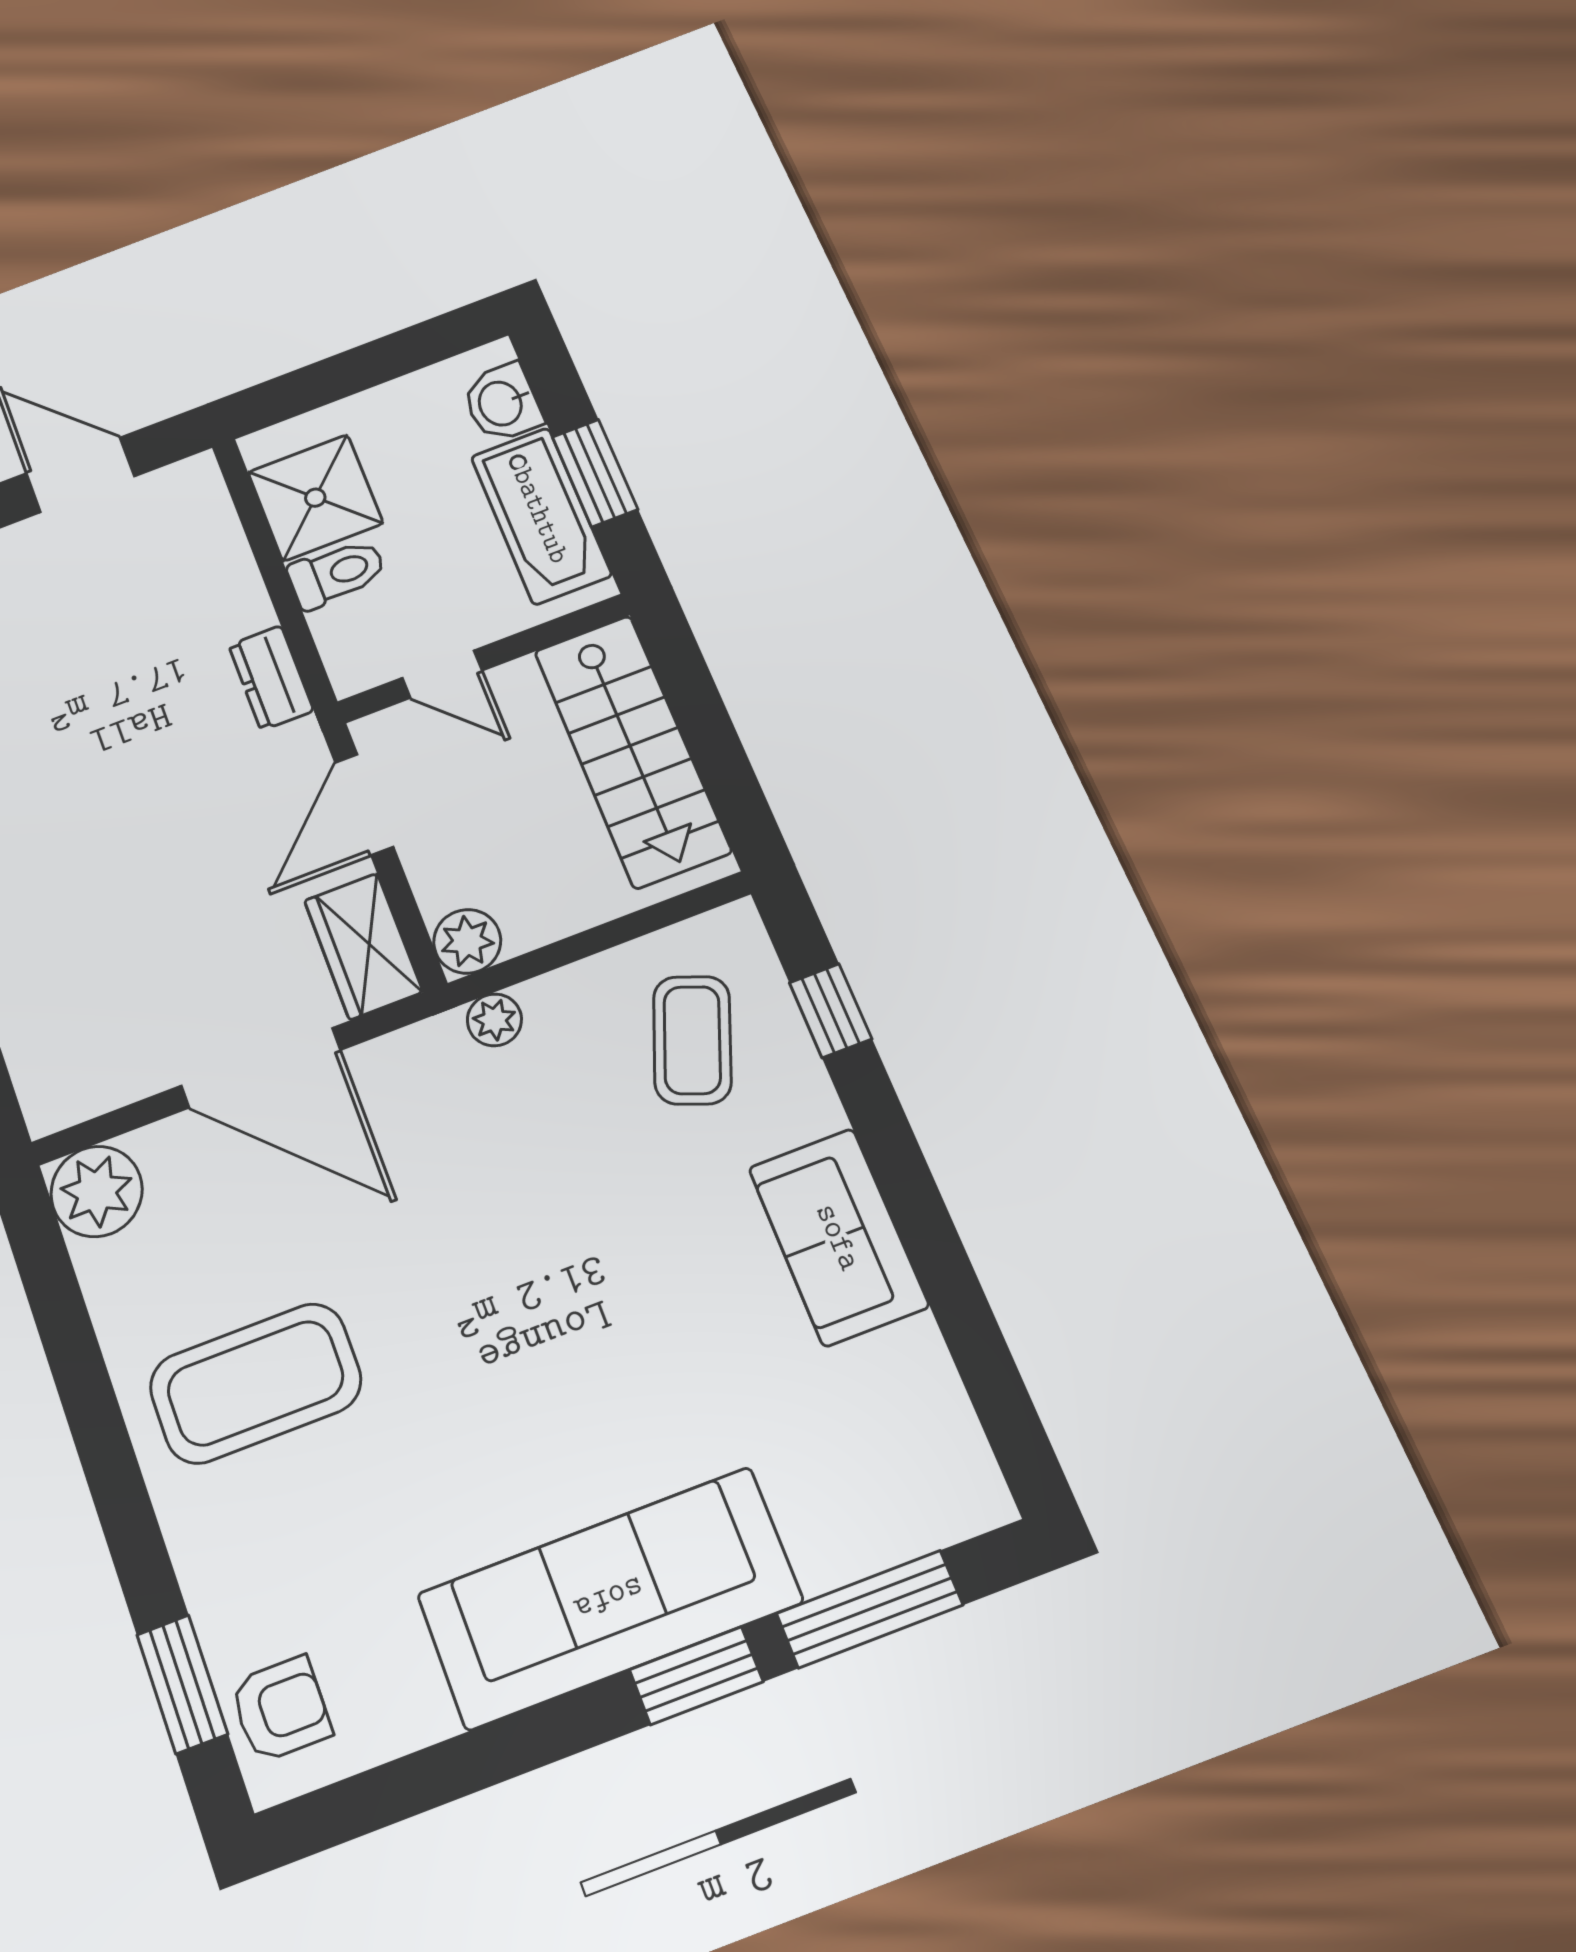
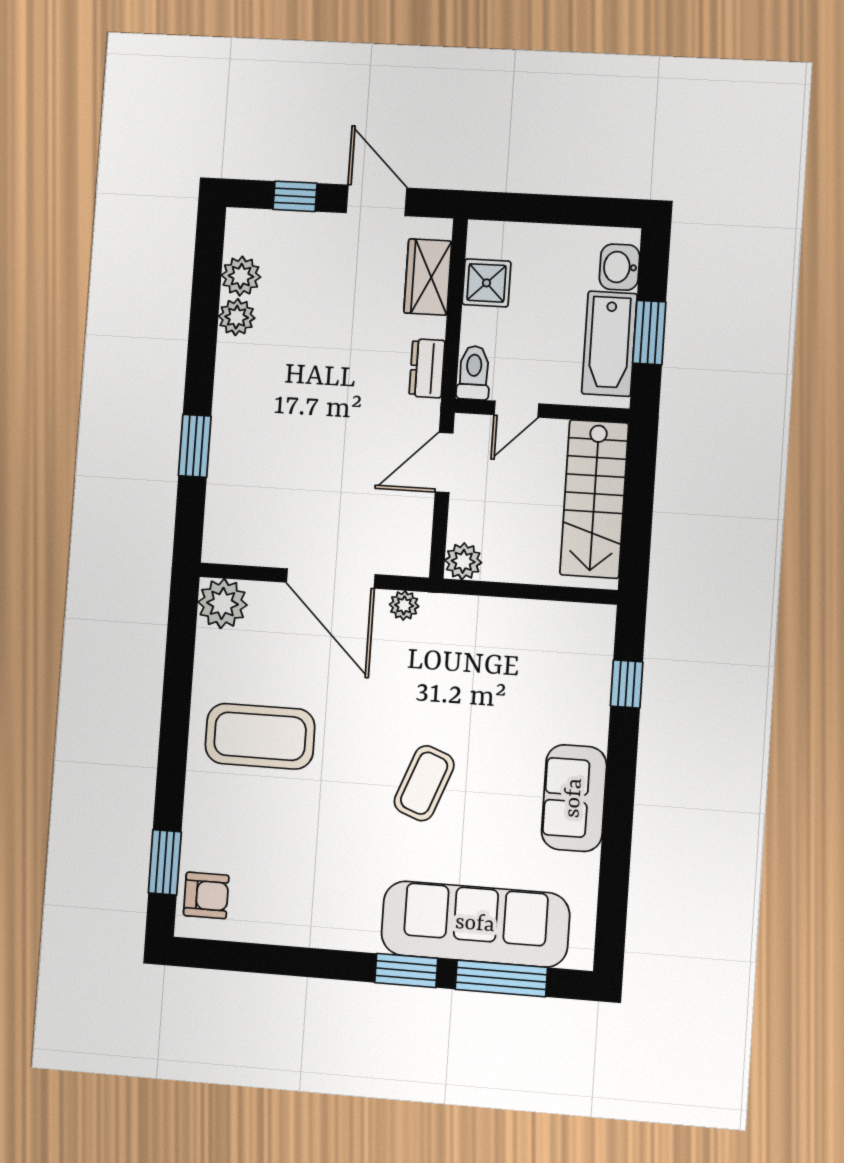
shower: (315, 498) -> (487, 283), width x0.73, depth x0.73
toilet: (337, 573) -> (474, 373), moved, turned -90
door: (442, 674) -> (516, 409), hinge flipped
wardrobe: (363, 946) -> (428, 277), moved
plant: (494, 1020) -> (404, 605), moved
coffee table: (692, 1040) -> (424, 783), moved
sofa: (609, 1598) -> (475, 924), moved

